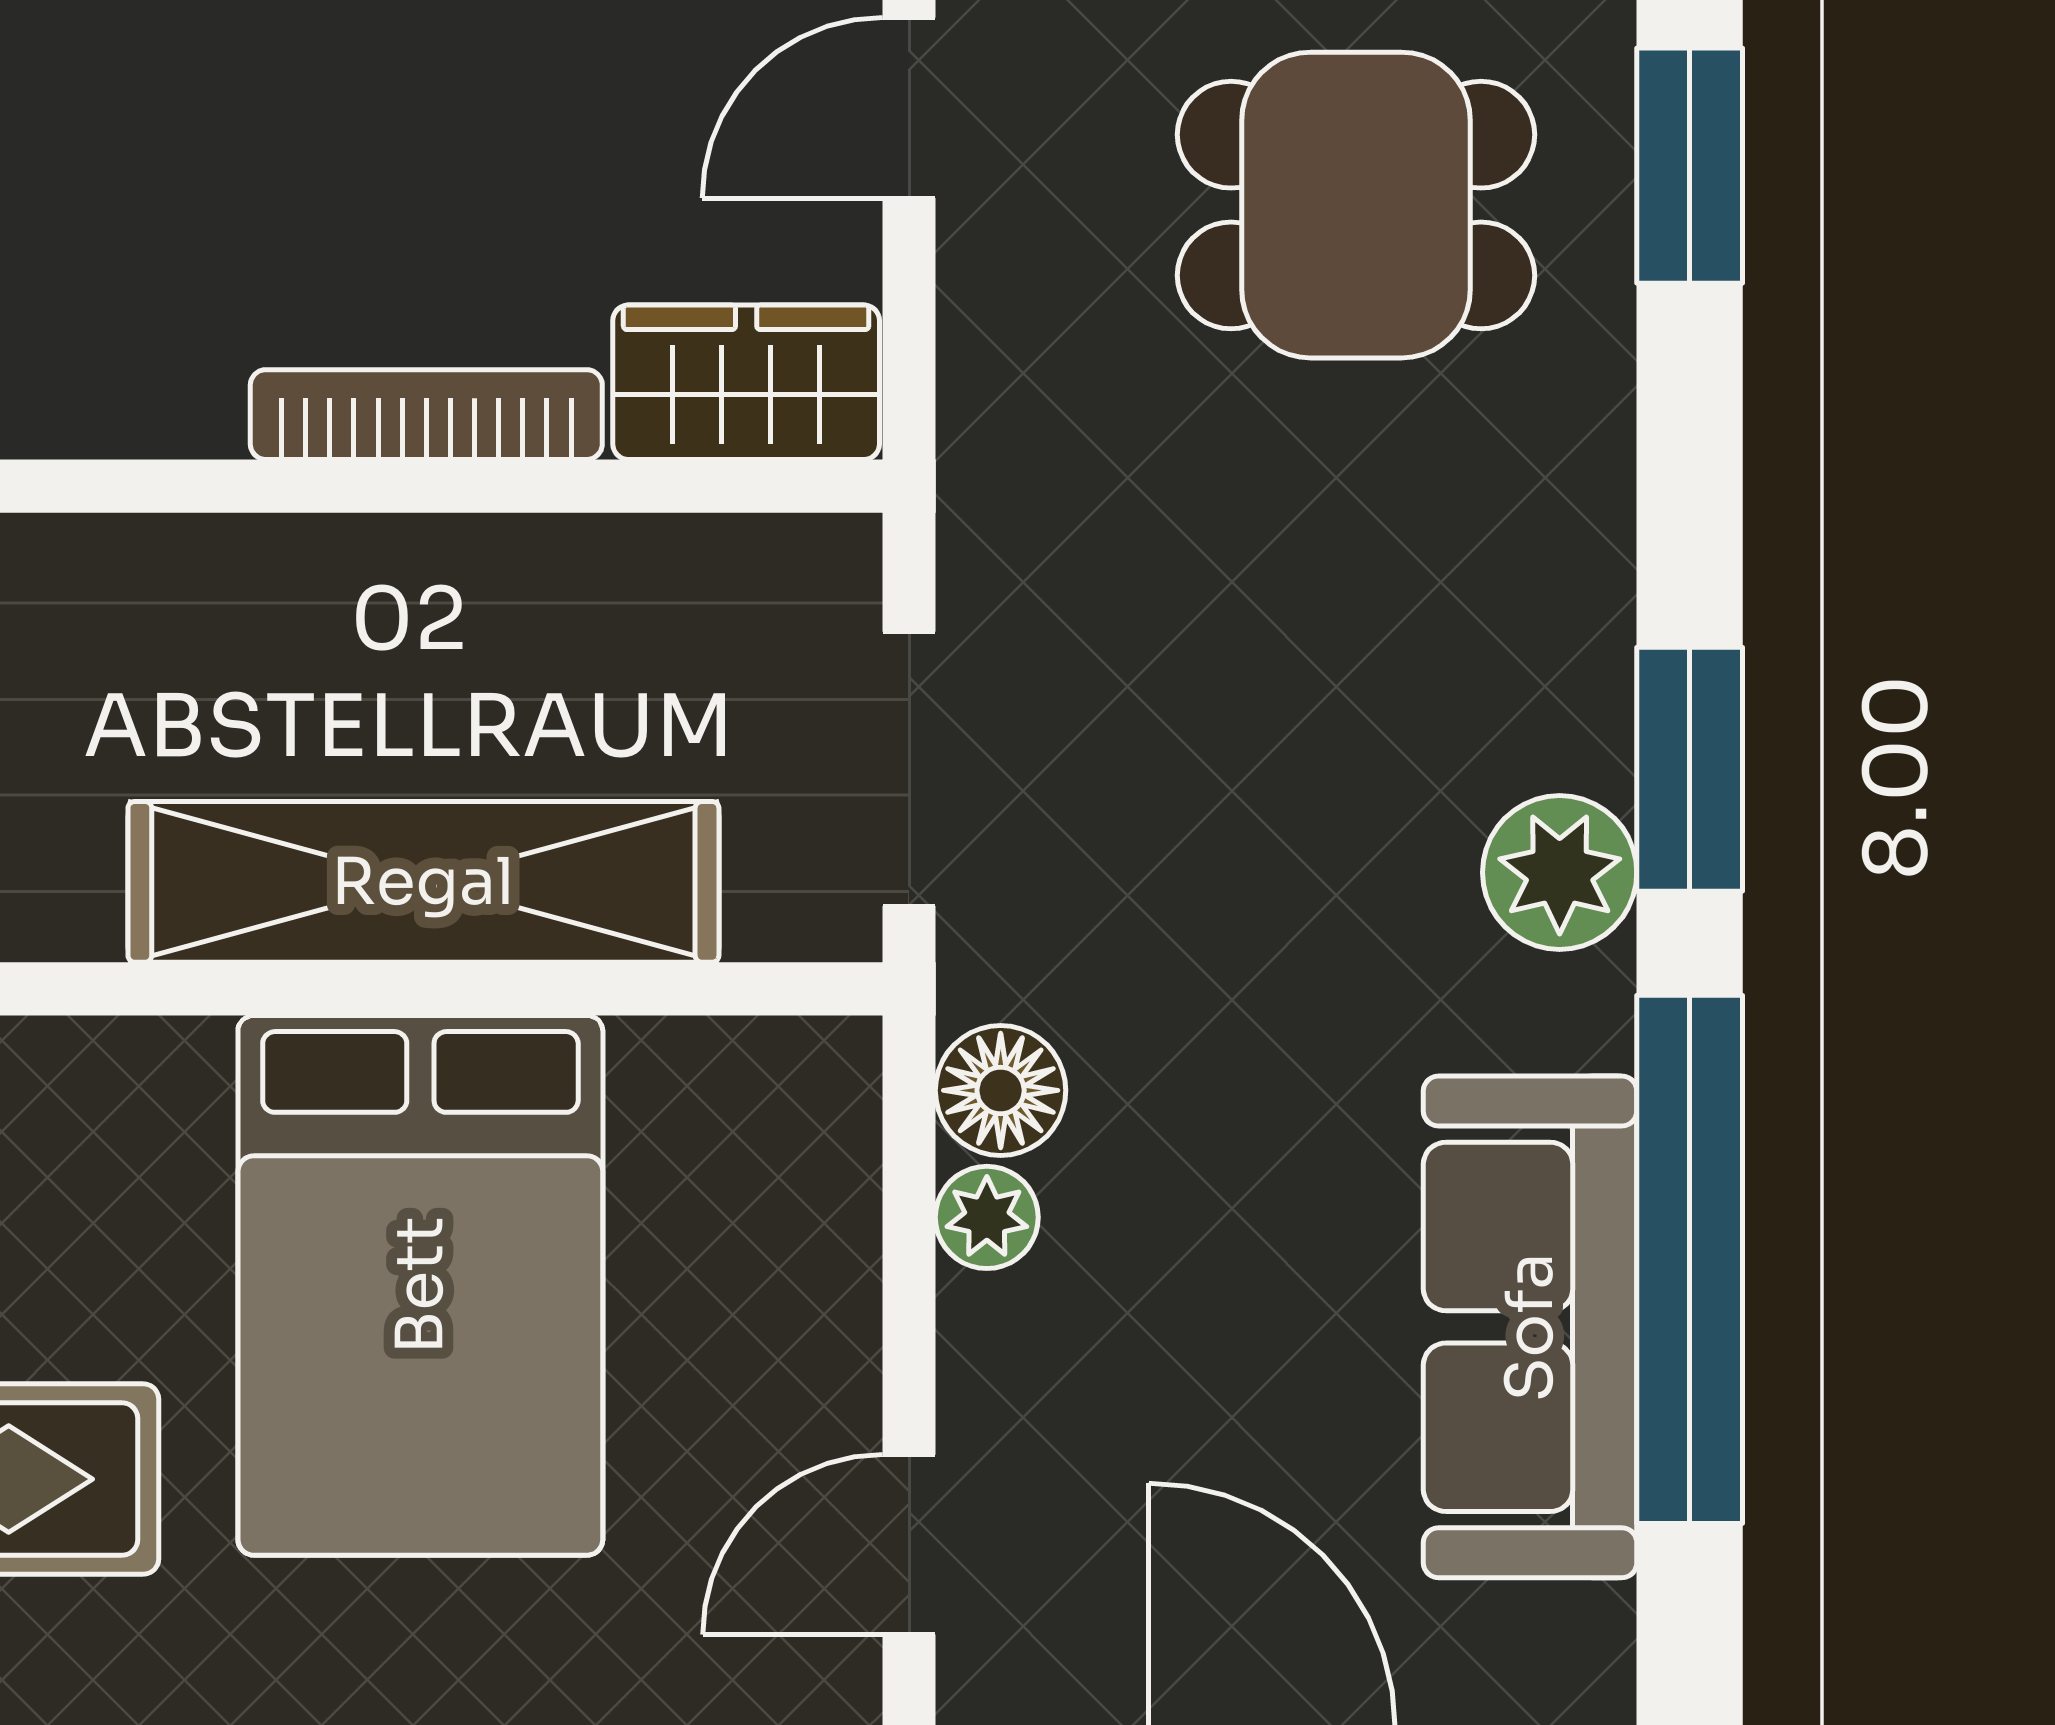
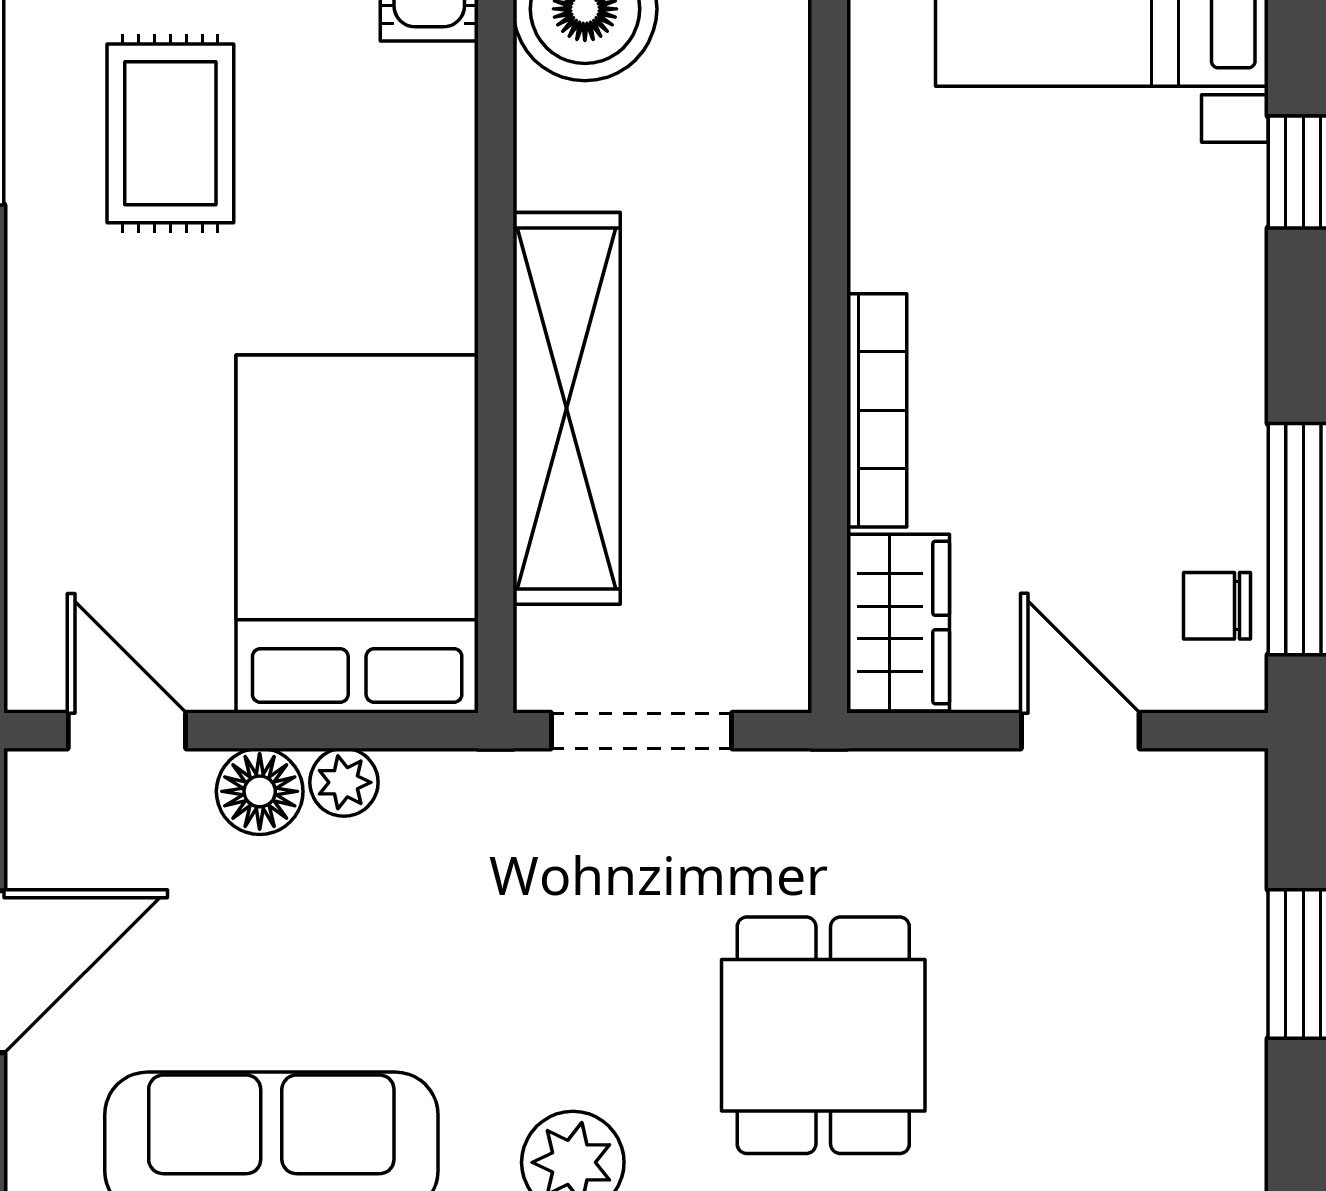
dining table: (1356, 205) -> (823, 1035), moved
floor lamp: (1001, 1090) -> (260, 791), moved
bed: (420, 1285) -> (357, 534), moved, turned 90

